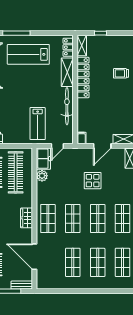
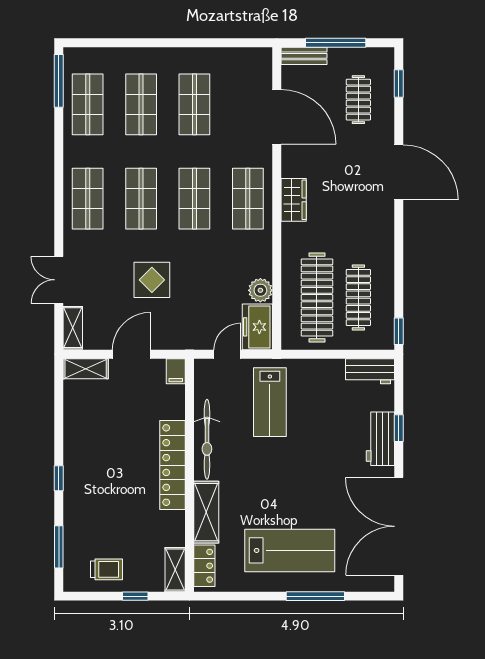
trolley: (121, 73) -> (106, 569), moved
locker: (83, 77) -> (173, 465), moved
lab bench: (38, 124) -> (270, 402), turned 180

